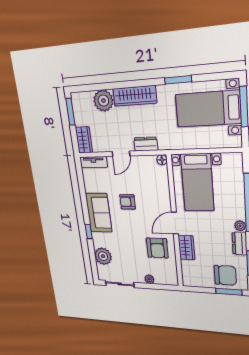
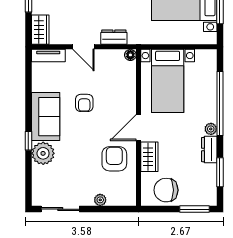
door: (121, 154) -> (83, 47), hinge flipped
armchair: (128, 202) -> (84, 103), turned -90
armchair: (157, 248) -> (114, 159), turned 180
plant: (103, 256) -> (43, 153), moved
chair: (225, 275) -> (166, 190), moved, turned 180

